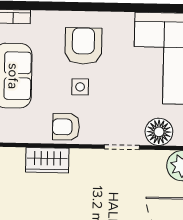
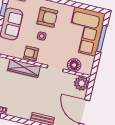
armchair: (83, 46) -> (47, 17), turned 90
wardrobe: (47, 160) -> (24, 68), width x1.50

